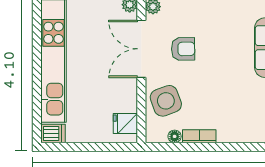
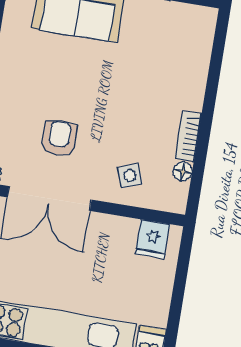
side table: (166, 101) -> (130, 176), width x0.54, depth x0.54

